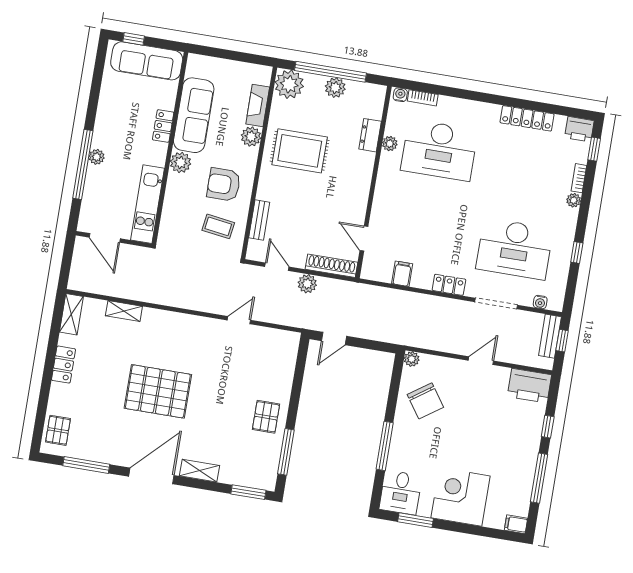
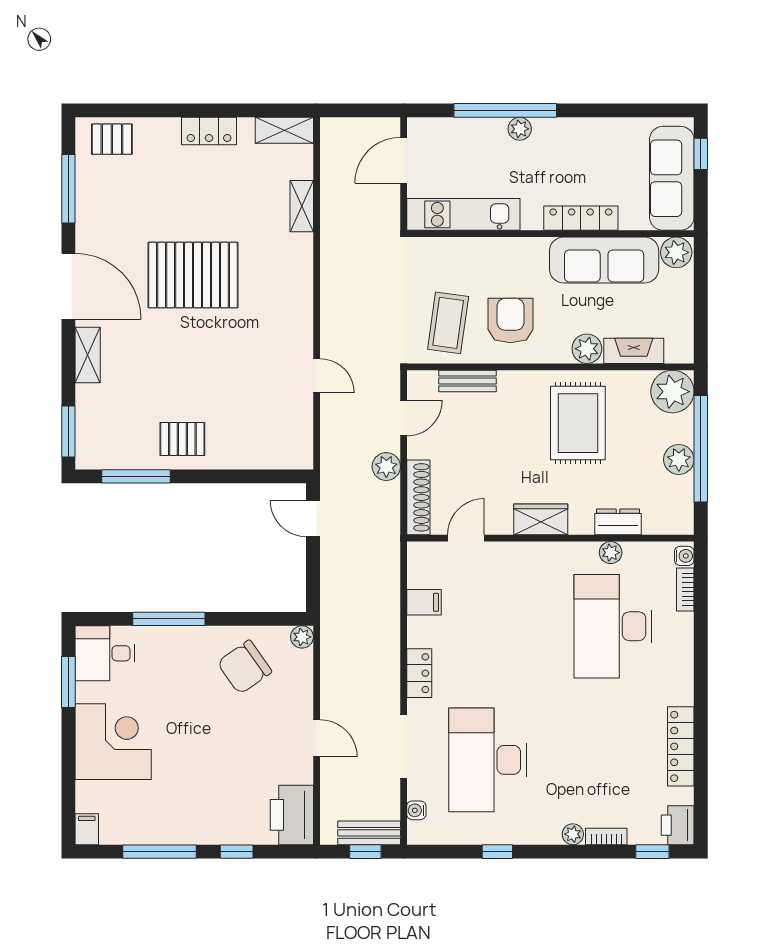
locker: (163, 126) -> (581, 218), width x1.53
plant: (181, 162) -> (676, 252), moved
wardrobe: (360, 186) -> (541, 519), added
coffee table: (218, 226) -> (448, 323), width x1.36, depth x1.30
pallet: (158, 391) -> (193, 275), turned 90

